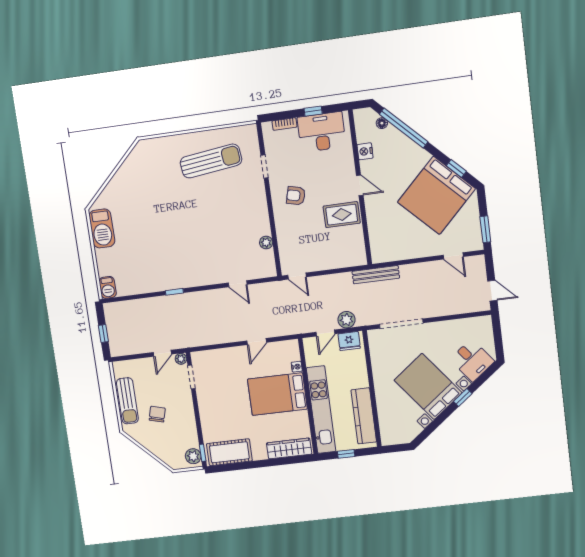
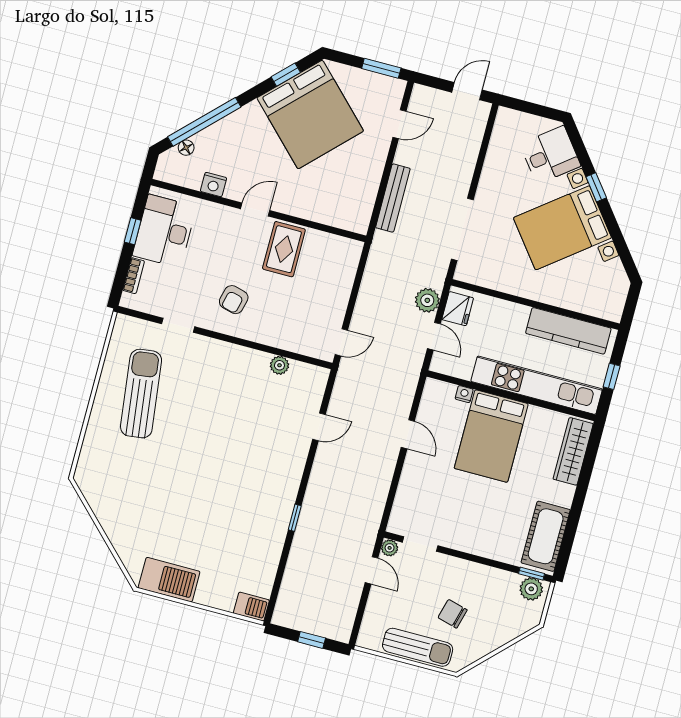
bench: (376, 275) -> (393, 198), moved

